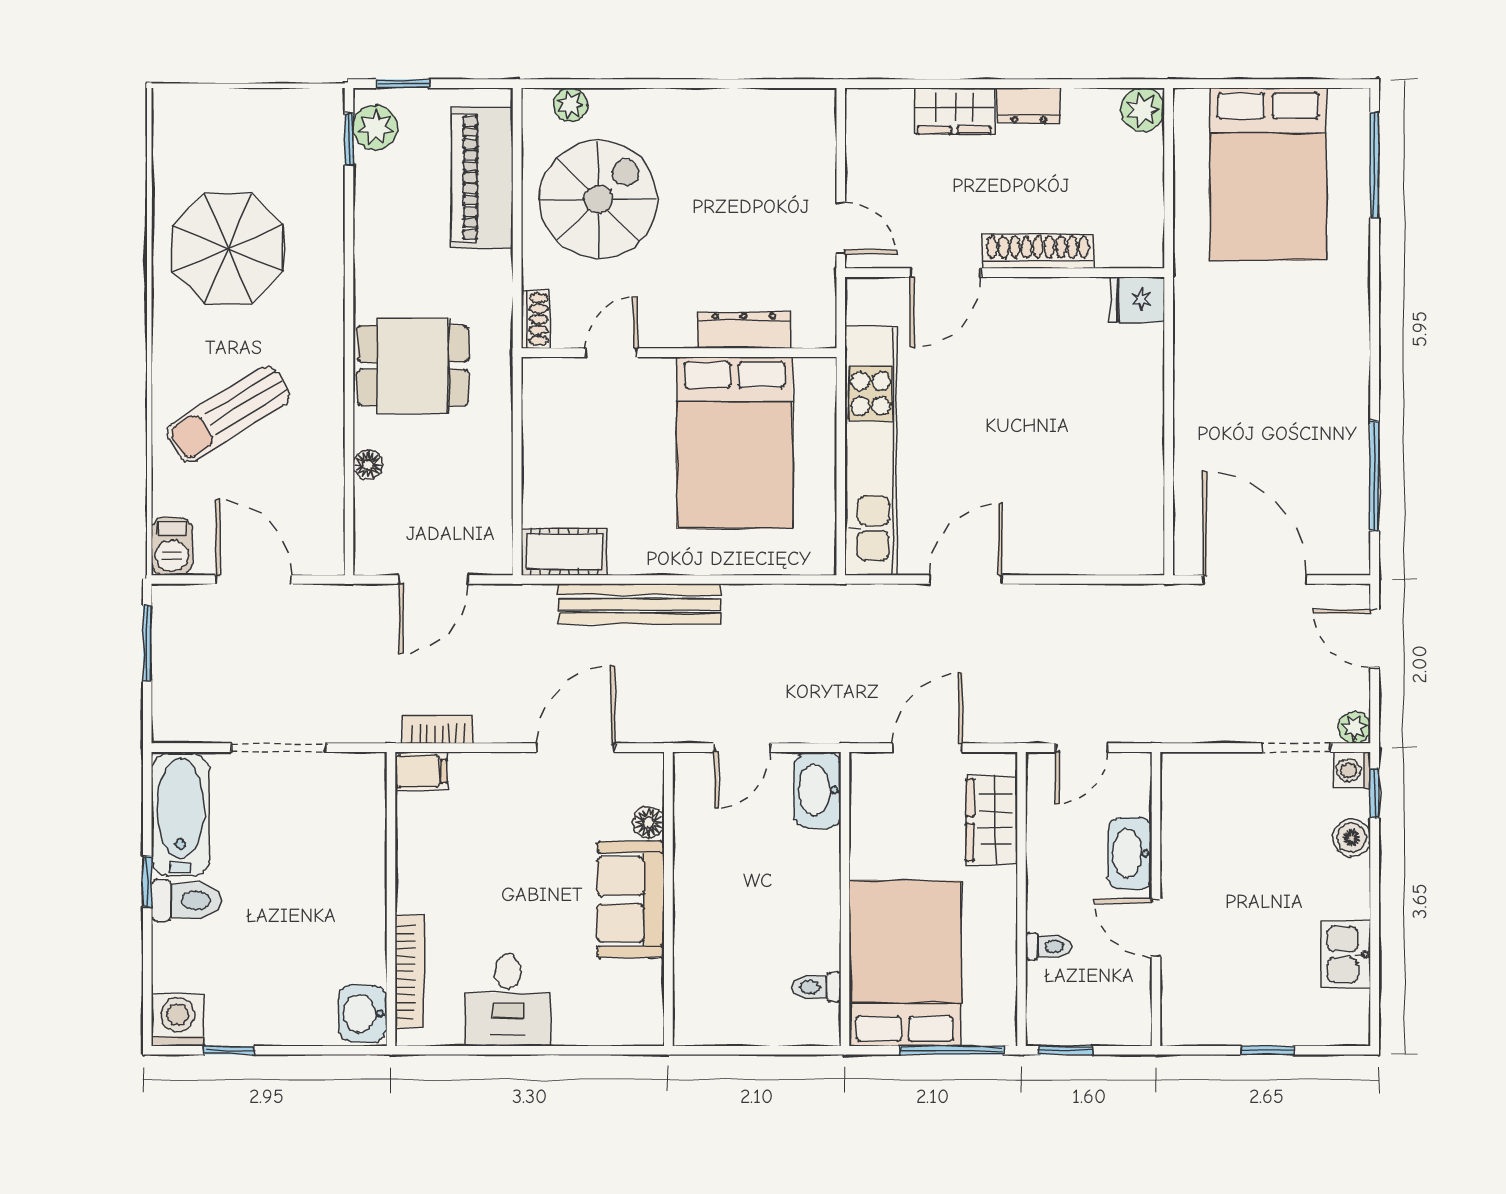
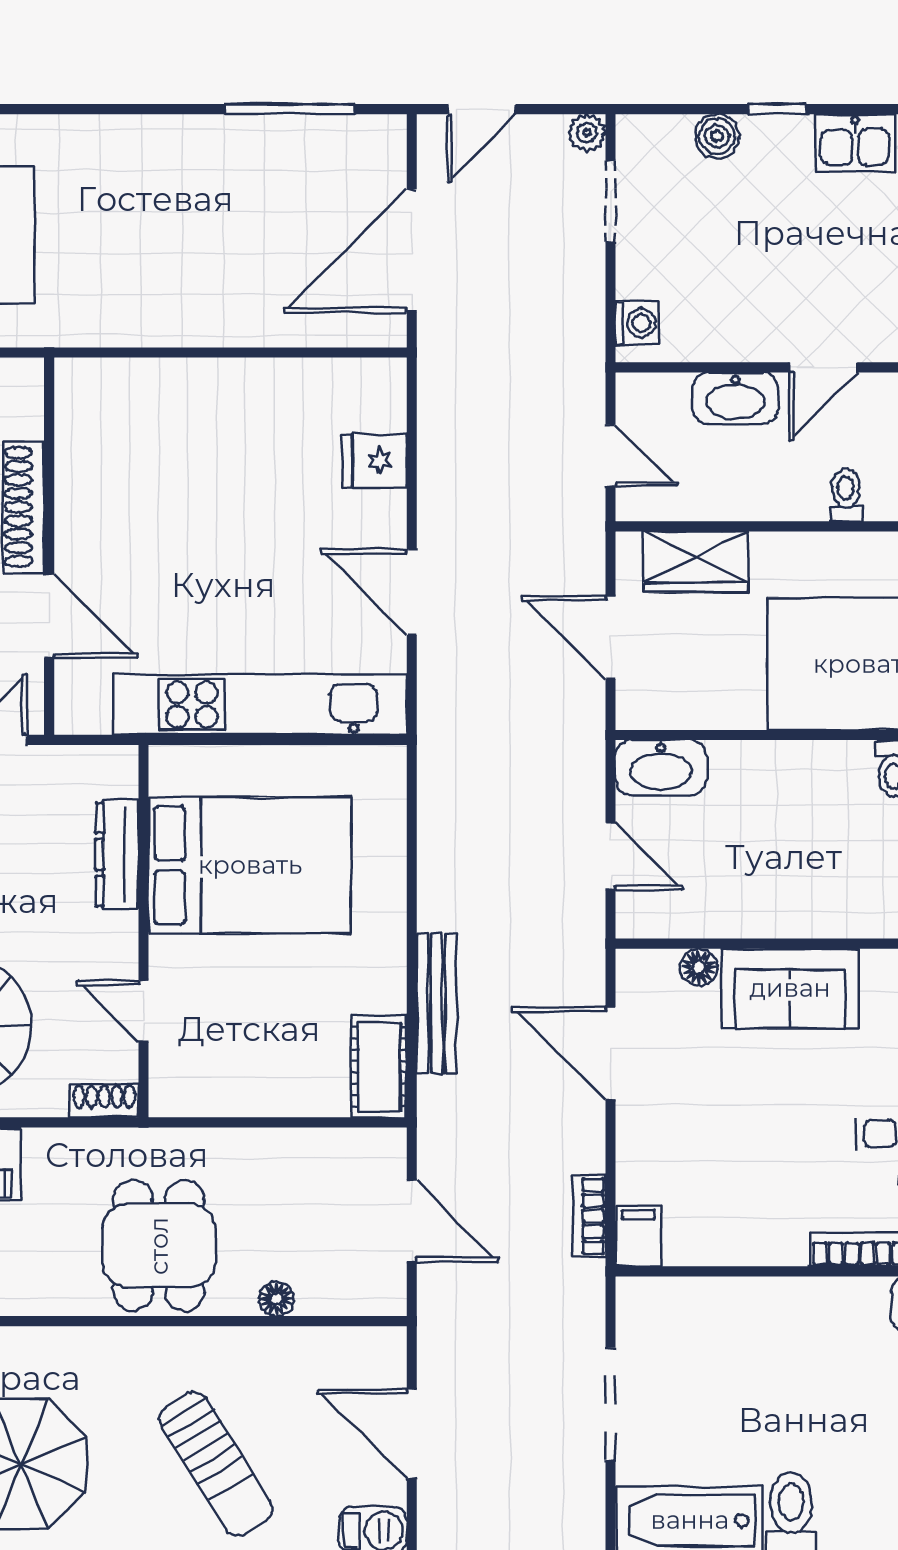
fridge: (1137, 300) -> (375, 461), moved, turned 90
door: (254, 580) -> (412, 1434), hinge flipped
bench: (639, 604) -> (436, 1004), width x0.73, depth x0.82
washing machine: (1352, 770) -> (637, 323), moved, turned -90
window: (1375, 793) -> (778, 109), moved

